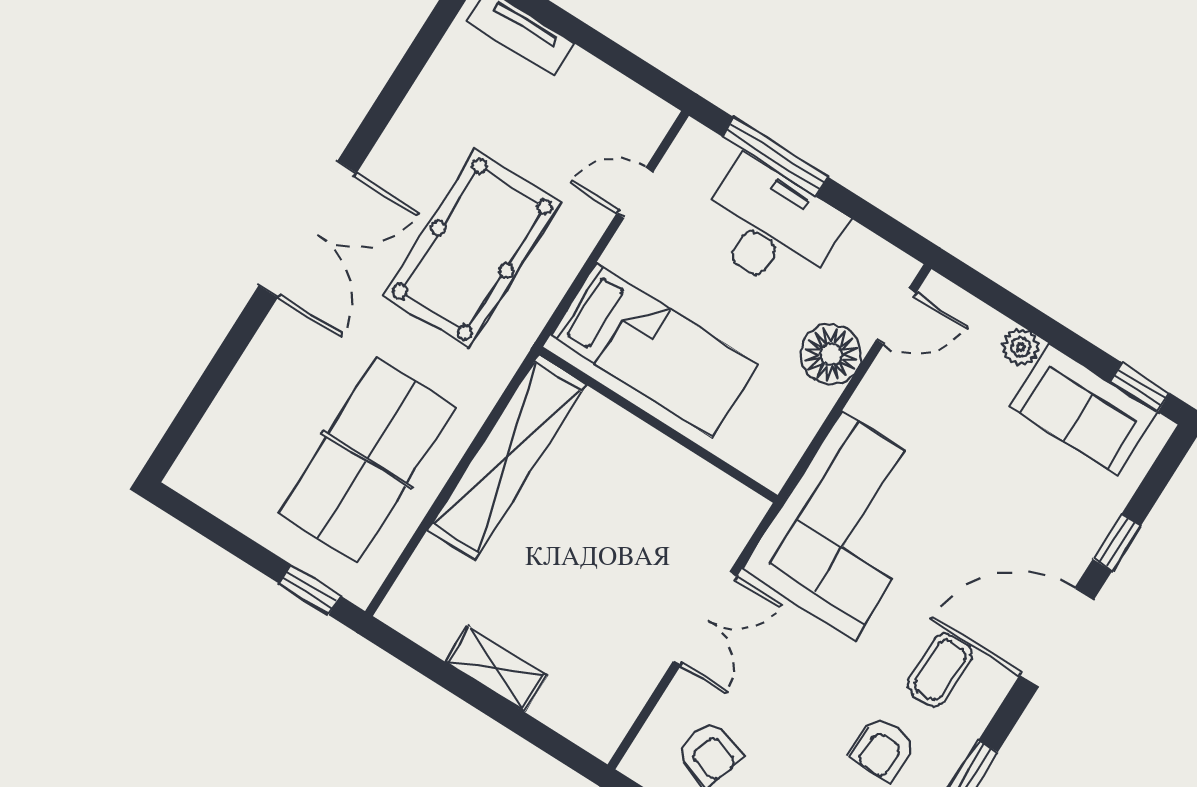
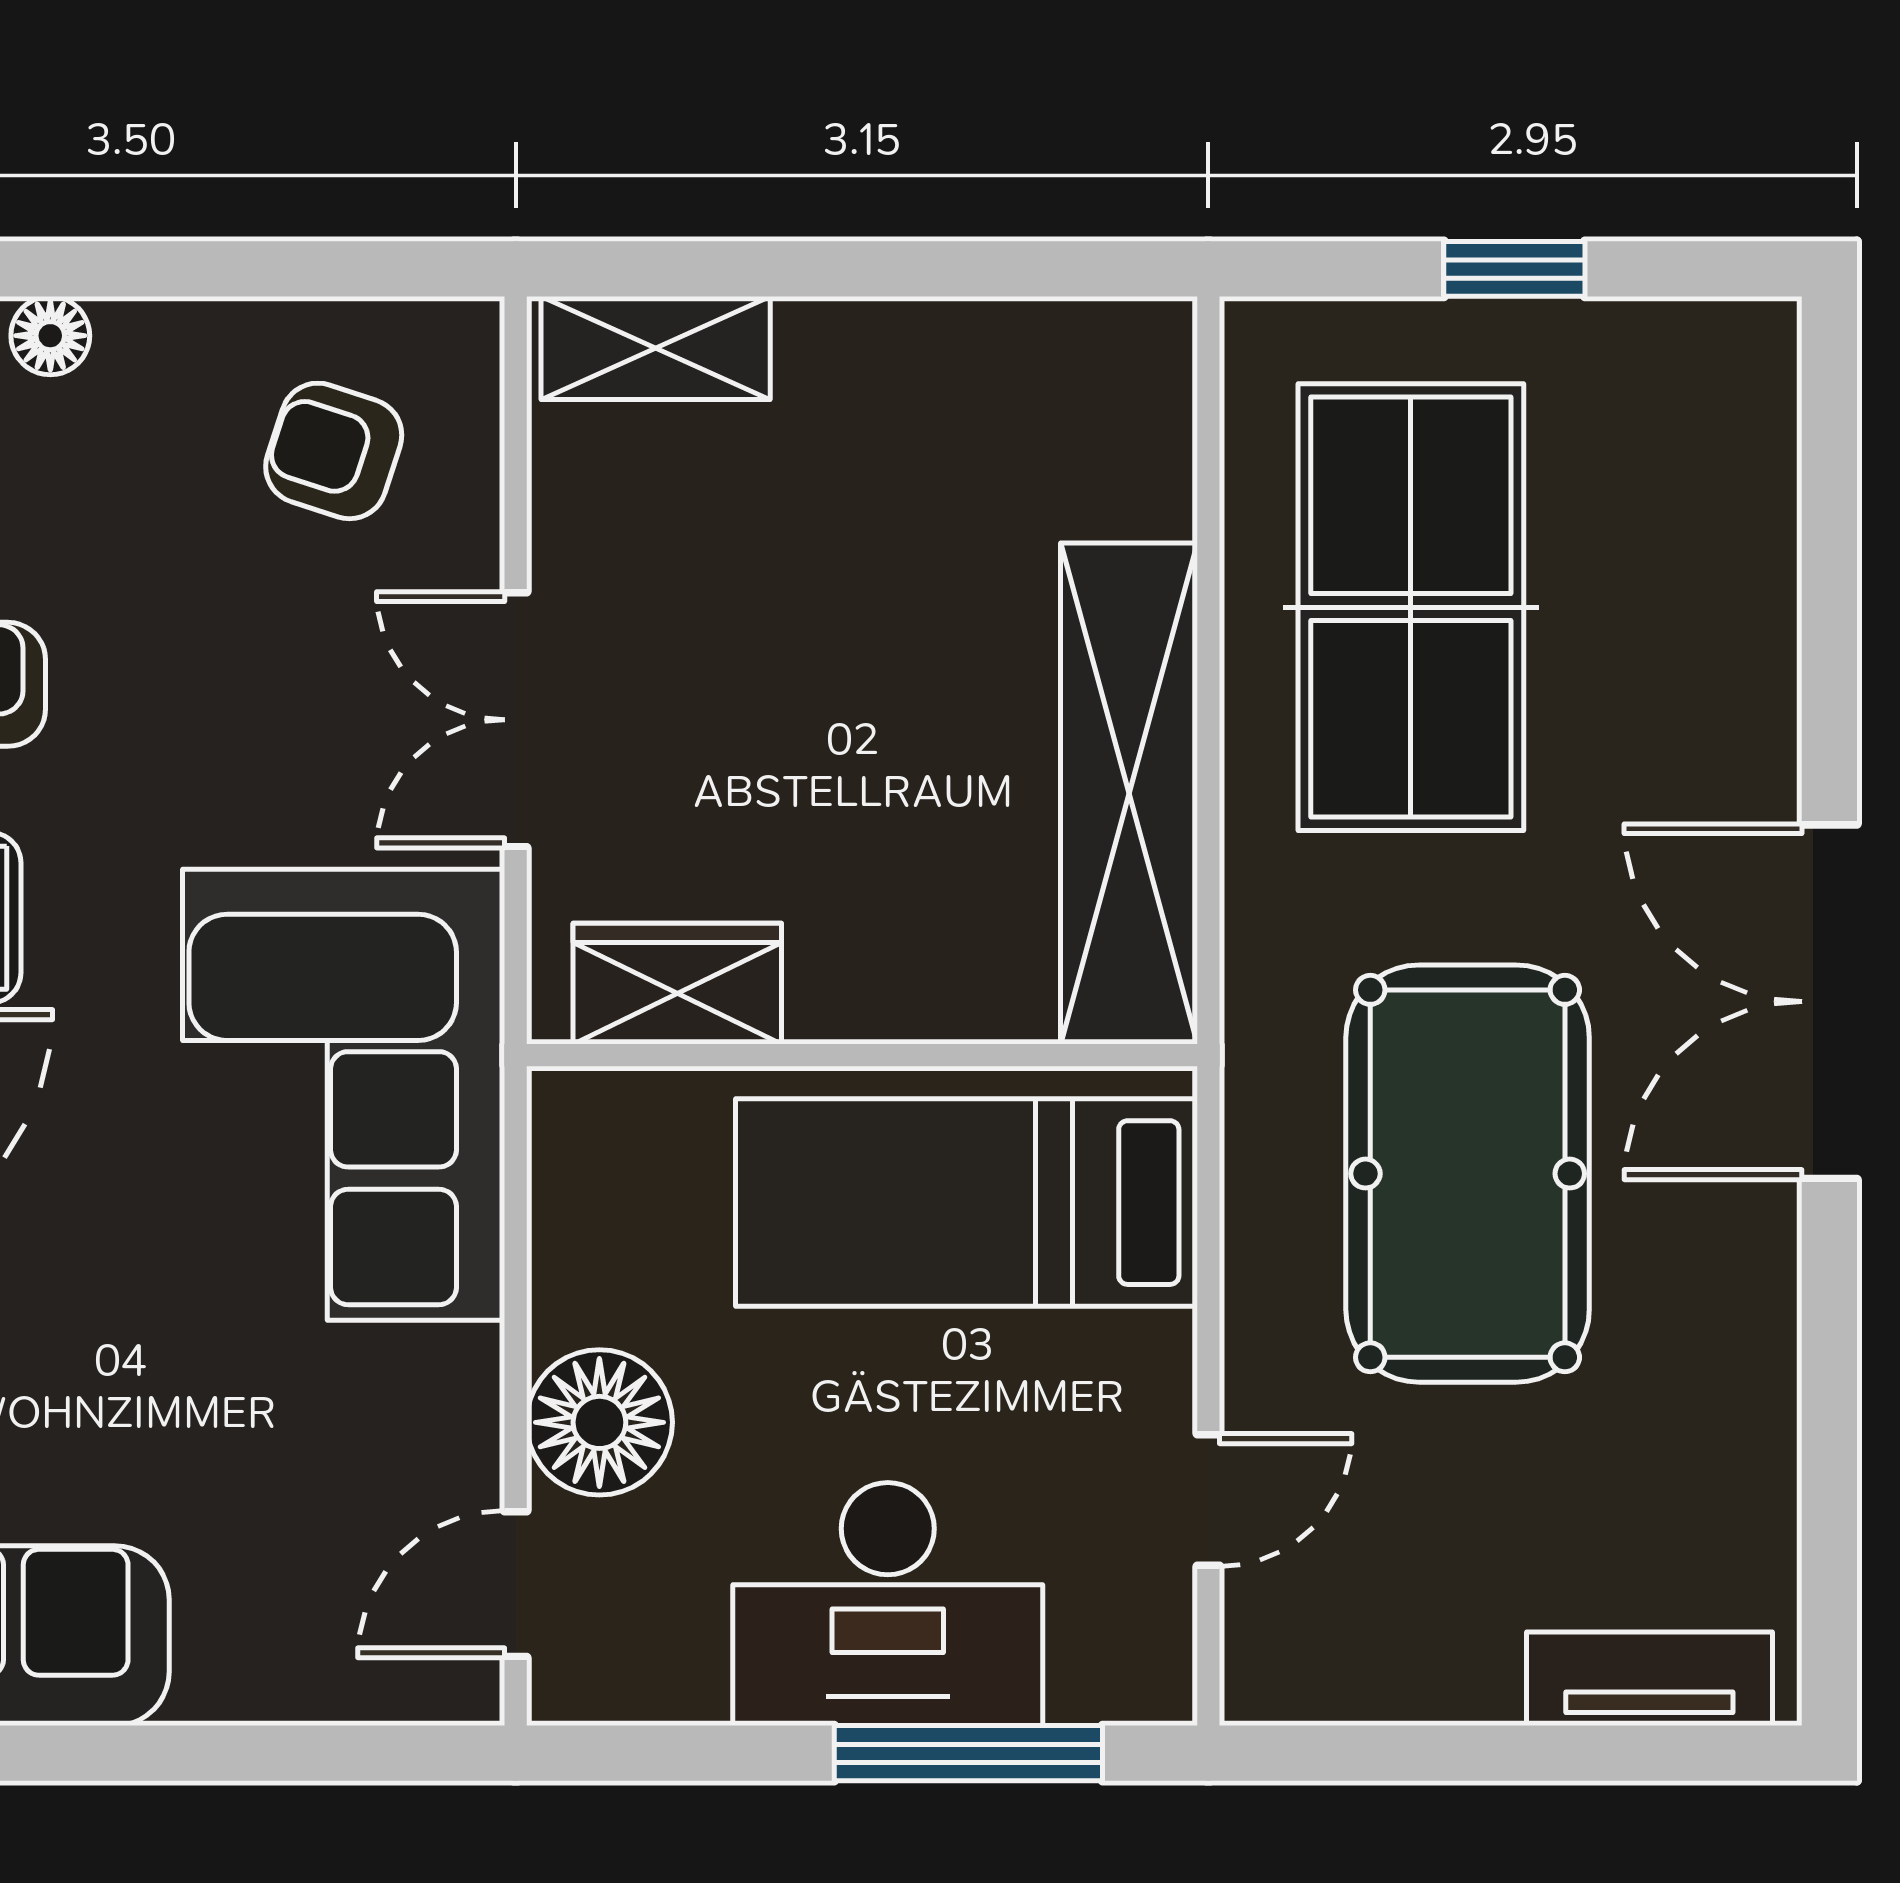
plant: (1021, 347) -> (222, 1682), removed
wardrobe: (707, 491) -> (677, 984), added
window: (310, 590) -> (1514, 269), moved
shelving: (496, 669) -> (656, 348), moved

